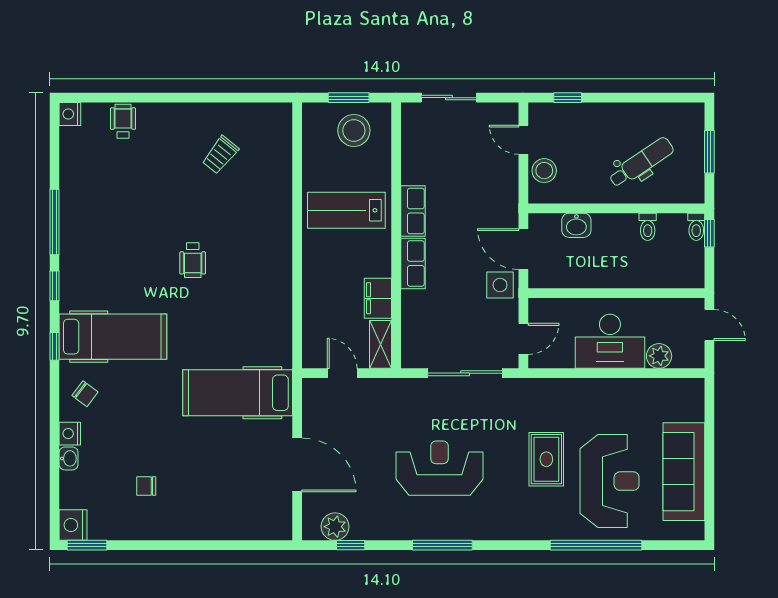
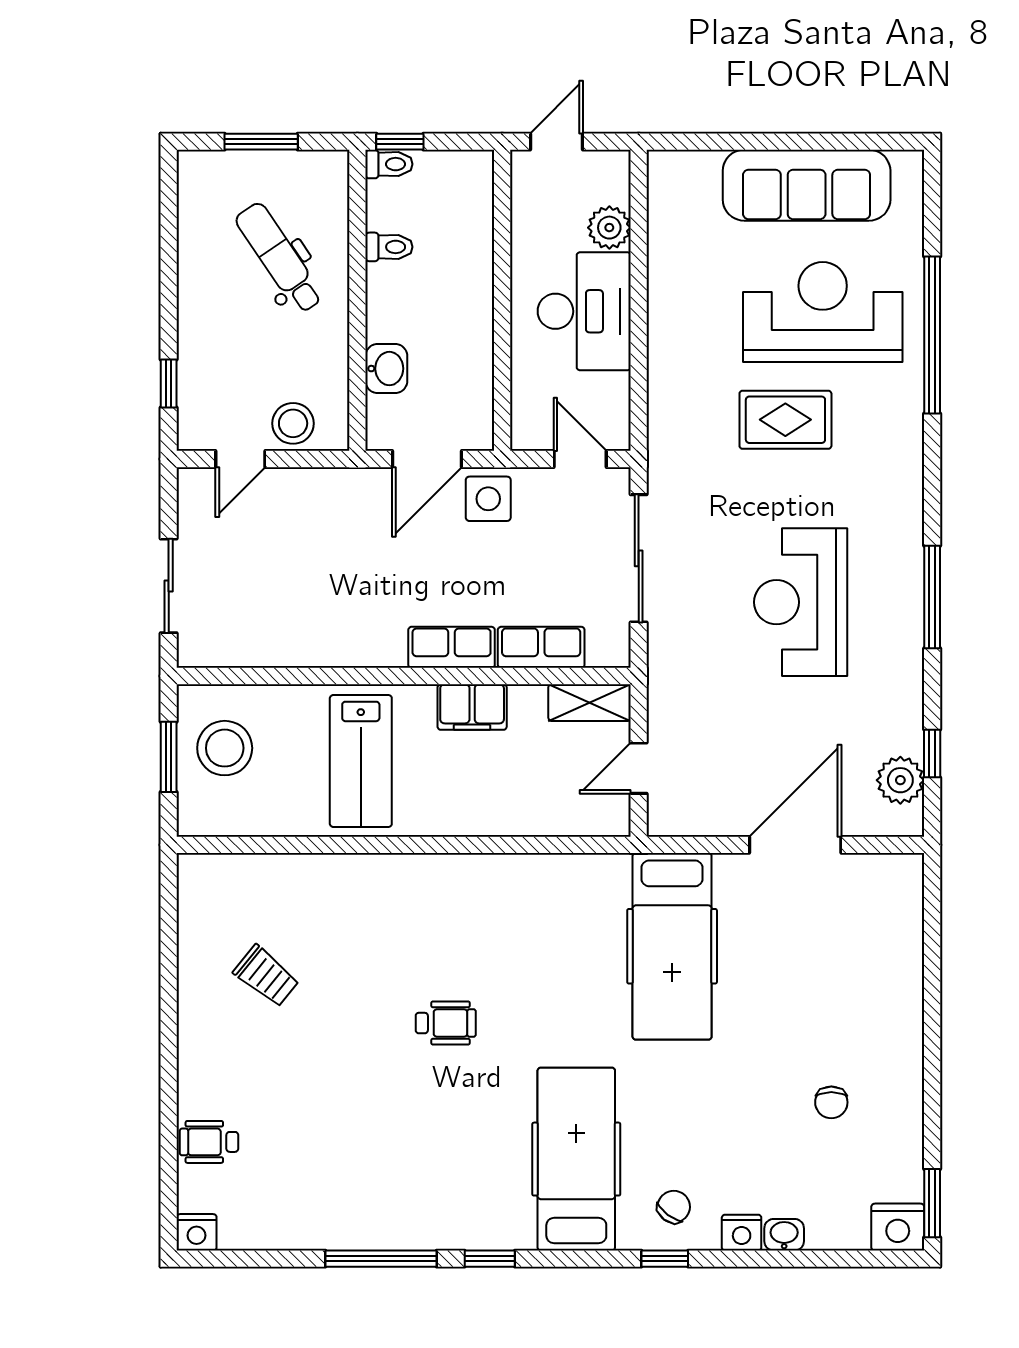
row of seats: (413, 211) -> (541, 647), moved
filing cabinet: (378, 298) -> (472, 707), moved
window: (55, 346) -> (665, 1259), moved

